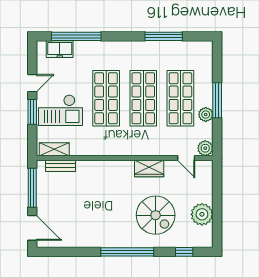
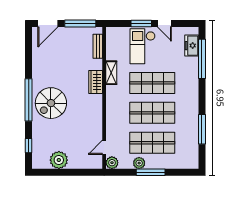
shelving: (54, 149) -> (111, 73), moved
wardrobe: (149, 169) -> (96, 82), moved
spiral stairs: (156, 215) -> (51, 103), moved

